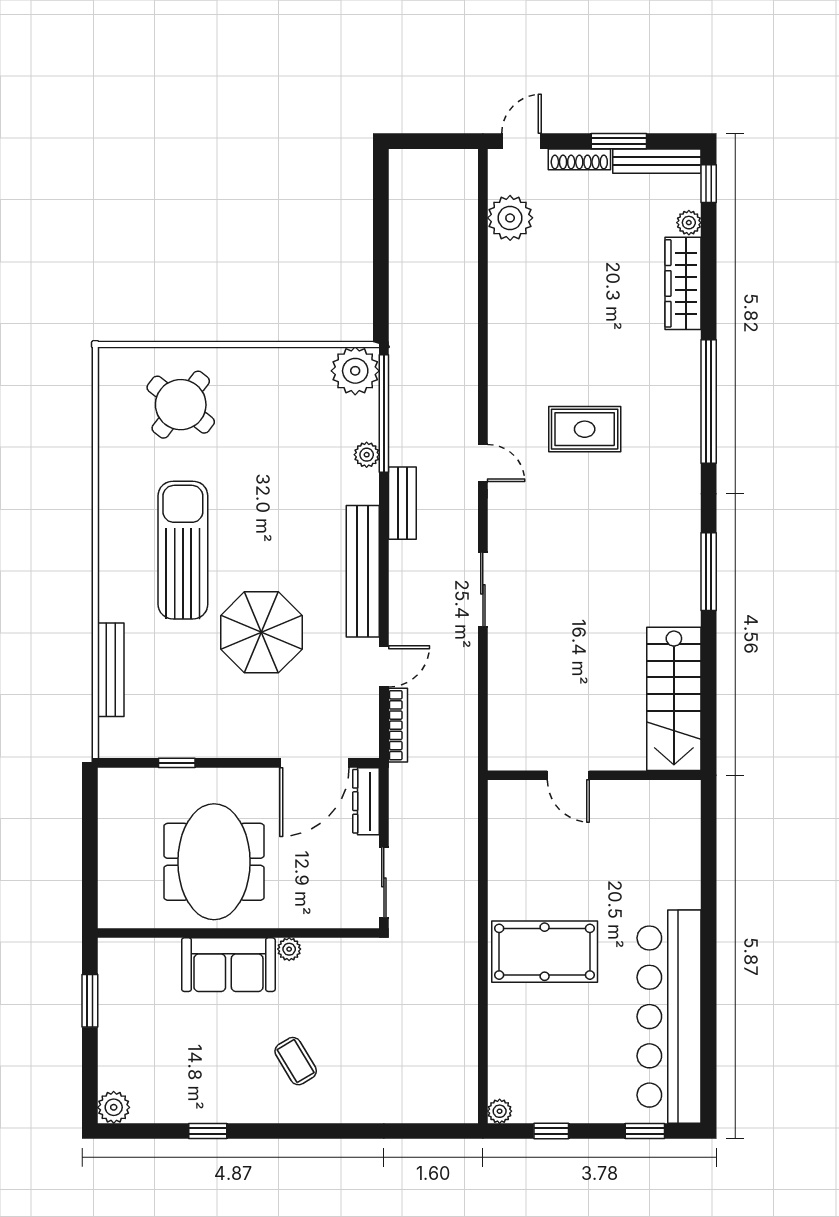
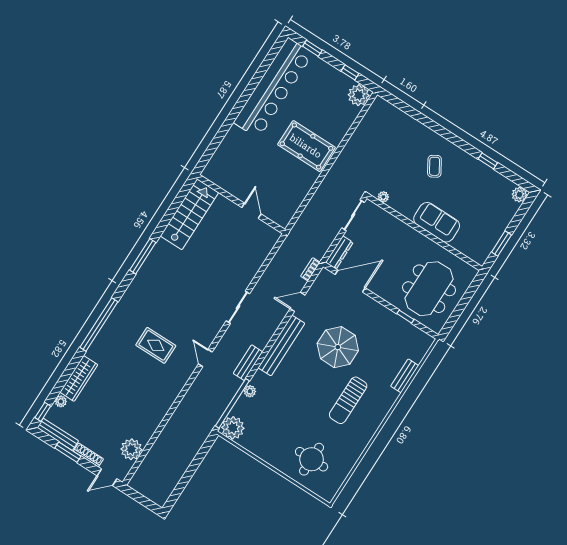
round table: (181, 405) -> (312, 459), turned -38
sun lounger: (183, 550) -> (348, 400), width x0.73, depth x0.75
bench: (111, 670) -> (405, 376), width x0.73
bookcase: (398, 725) -> (310, 269), width x0.64
meeting table: (214, 862) -> (429, 289), moved
plant: (289, 949) -> (383, 197), moved
plant: (500, 1111) -> (359, 95), width x1.87, depth x1.87

